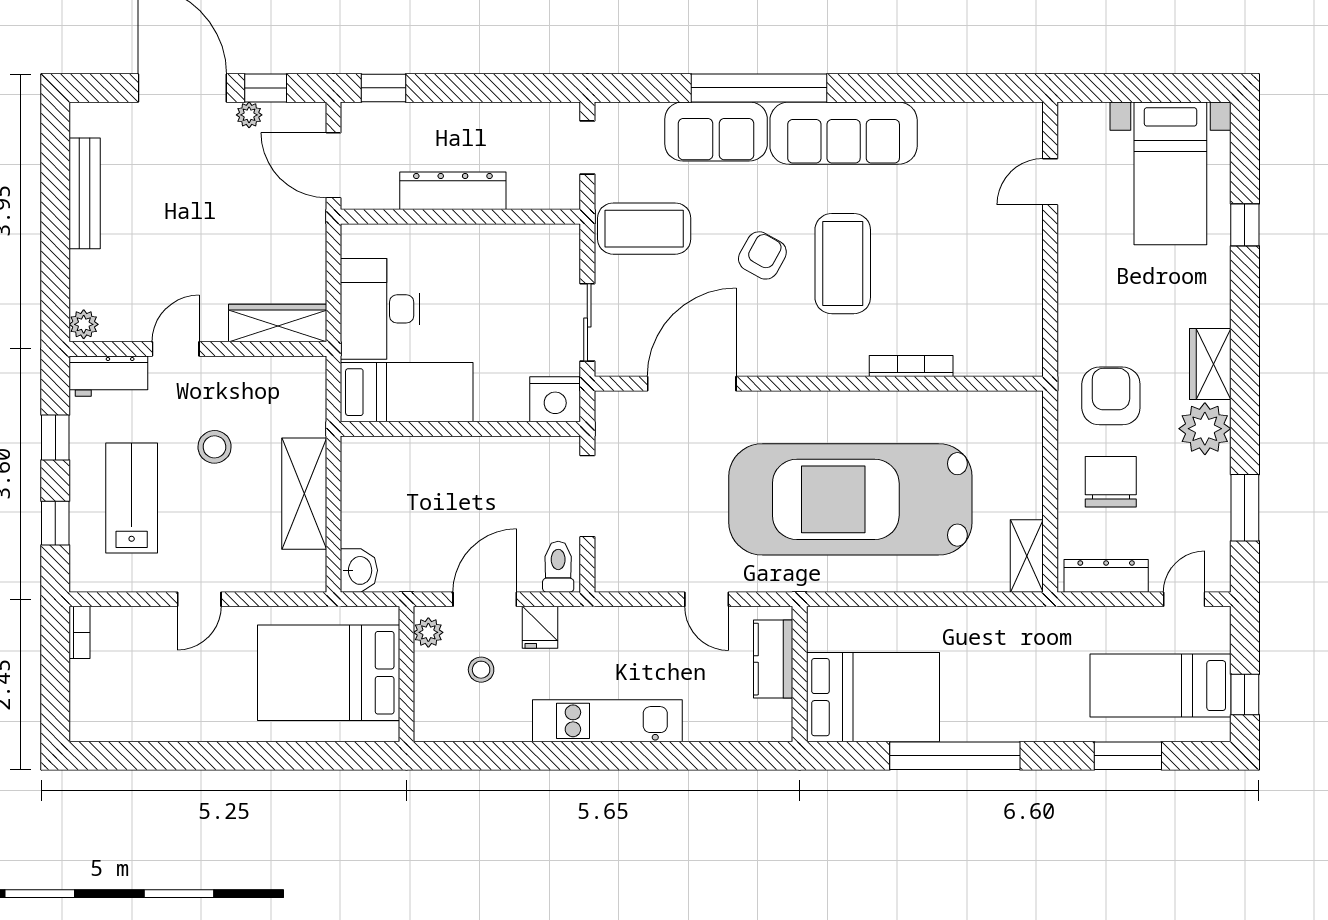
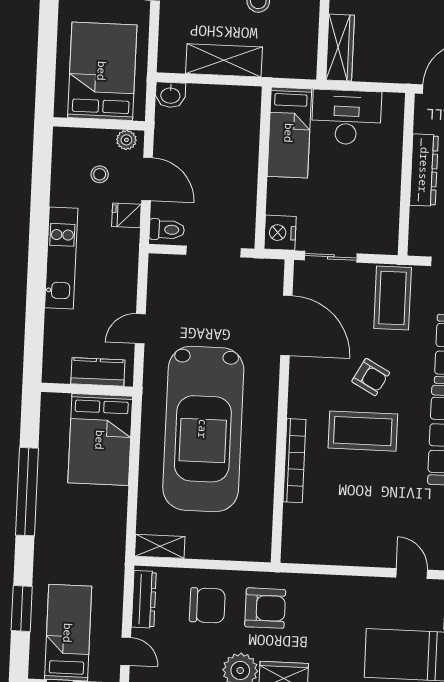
bookcase: (911, 366) -> (294, 461), width x1.48, depth x1.31
car: (850, 499) -> (203, 429), turned 180
bed: (873, 697) -> (100, 440), moved

